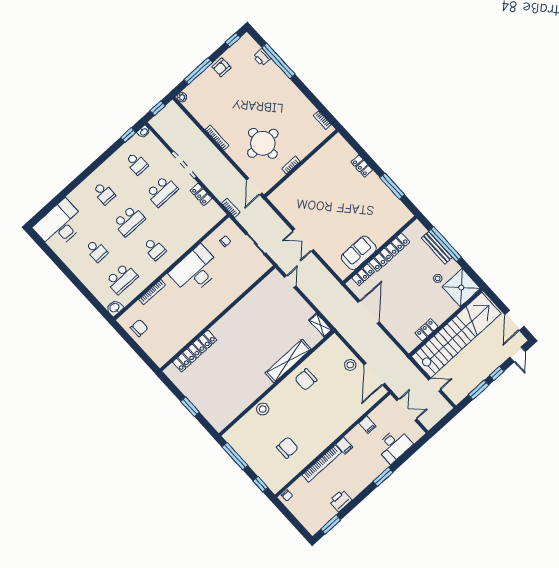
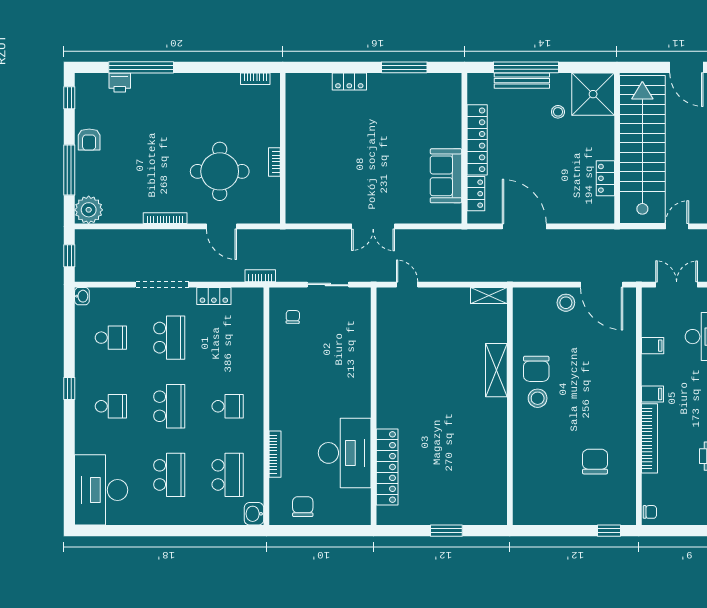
plant: (182, 97) -> (89, 210), width x1.87, depth x1.87
window: (128, 135) -> (69, 388), moved
door: (254, 187) -> (221, 226), moved
school desk: (97, 251) -> (169, 475), width x1.85
desk: (195, 270) -> (345, 453), moved, turned 180
shelving: (288, 361) -> (496, 370), width x0.68
stool: (263, 409) -> (538, 398), moved
window: (235, 456) -> (550, 531), removed

